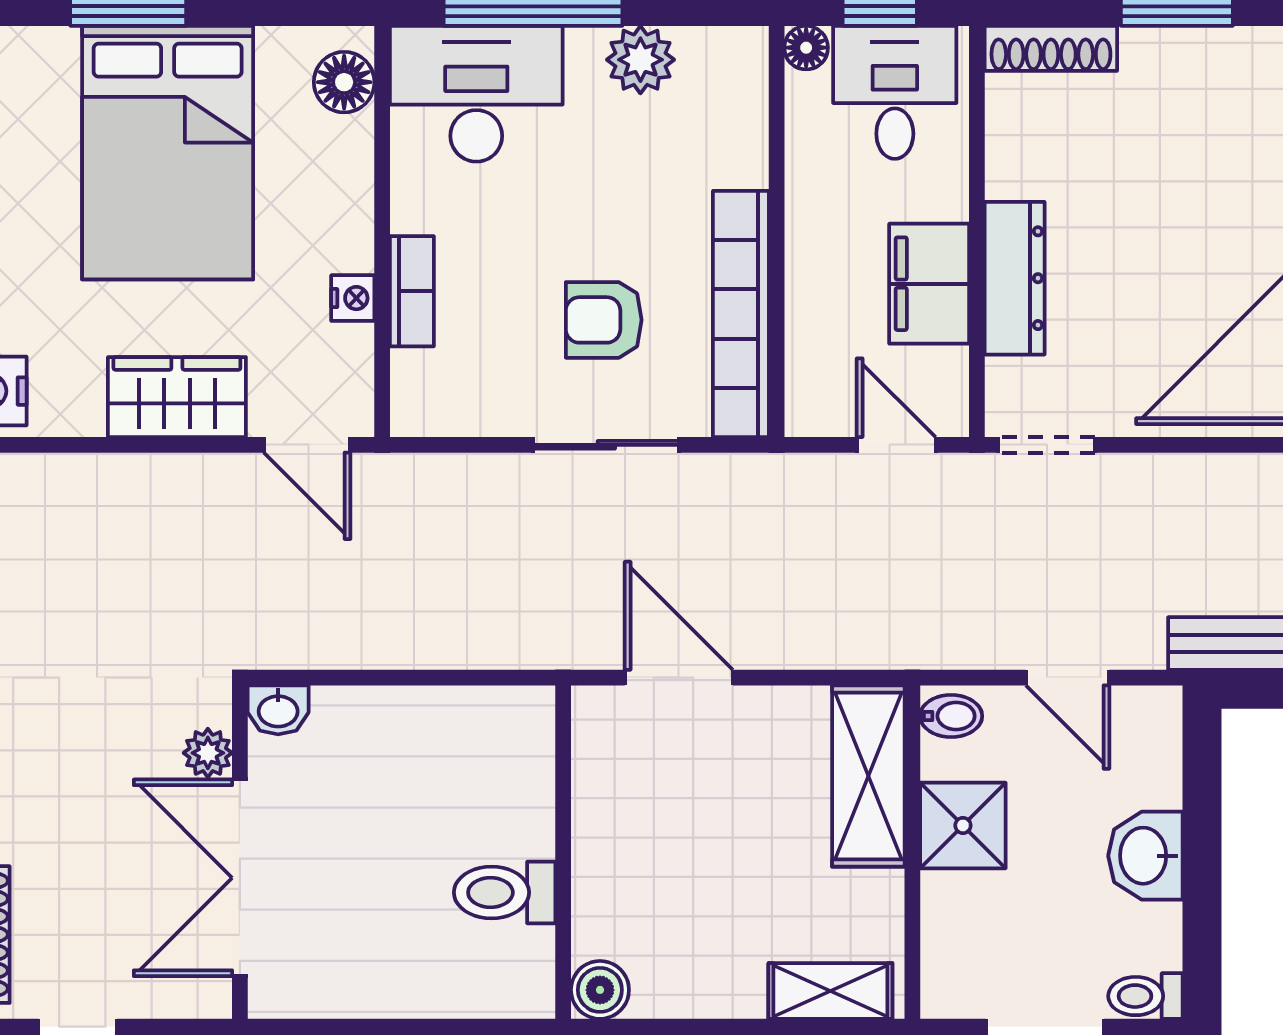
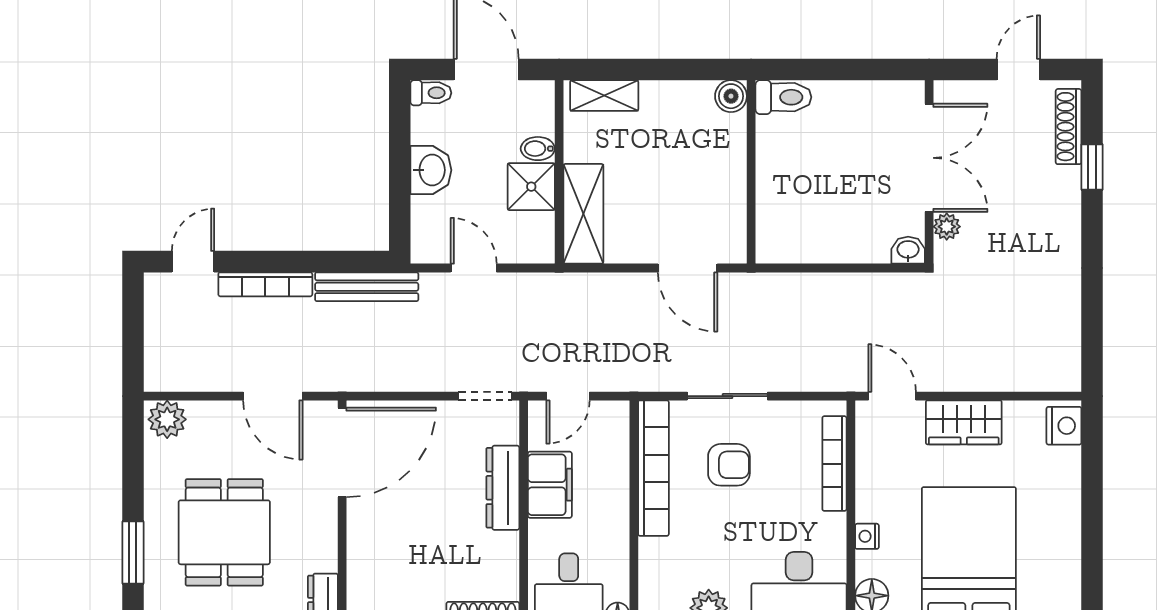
bookcase: (412, 291) -> (834, 464), width x1.56
nightstand: (353, 298) -> (867, 536), moved
door: (896, 445) -> (568, 396), hinge flipped
bidet: (951, 716) -> (538, 149), moved
toilet: (505, 892) -> (783, 97), moved

